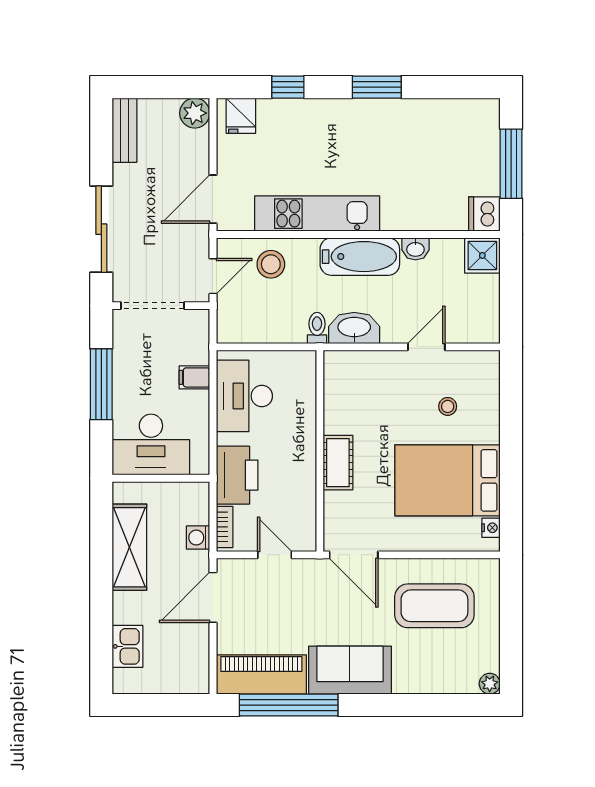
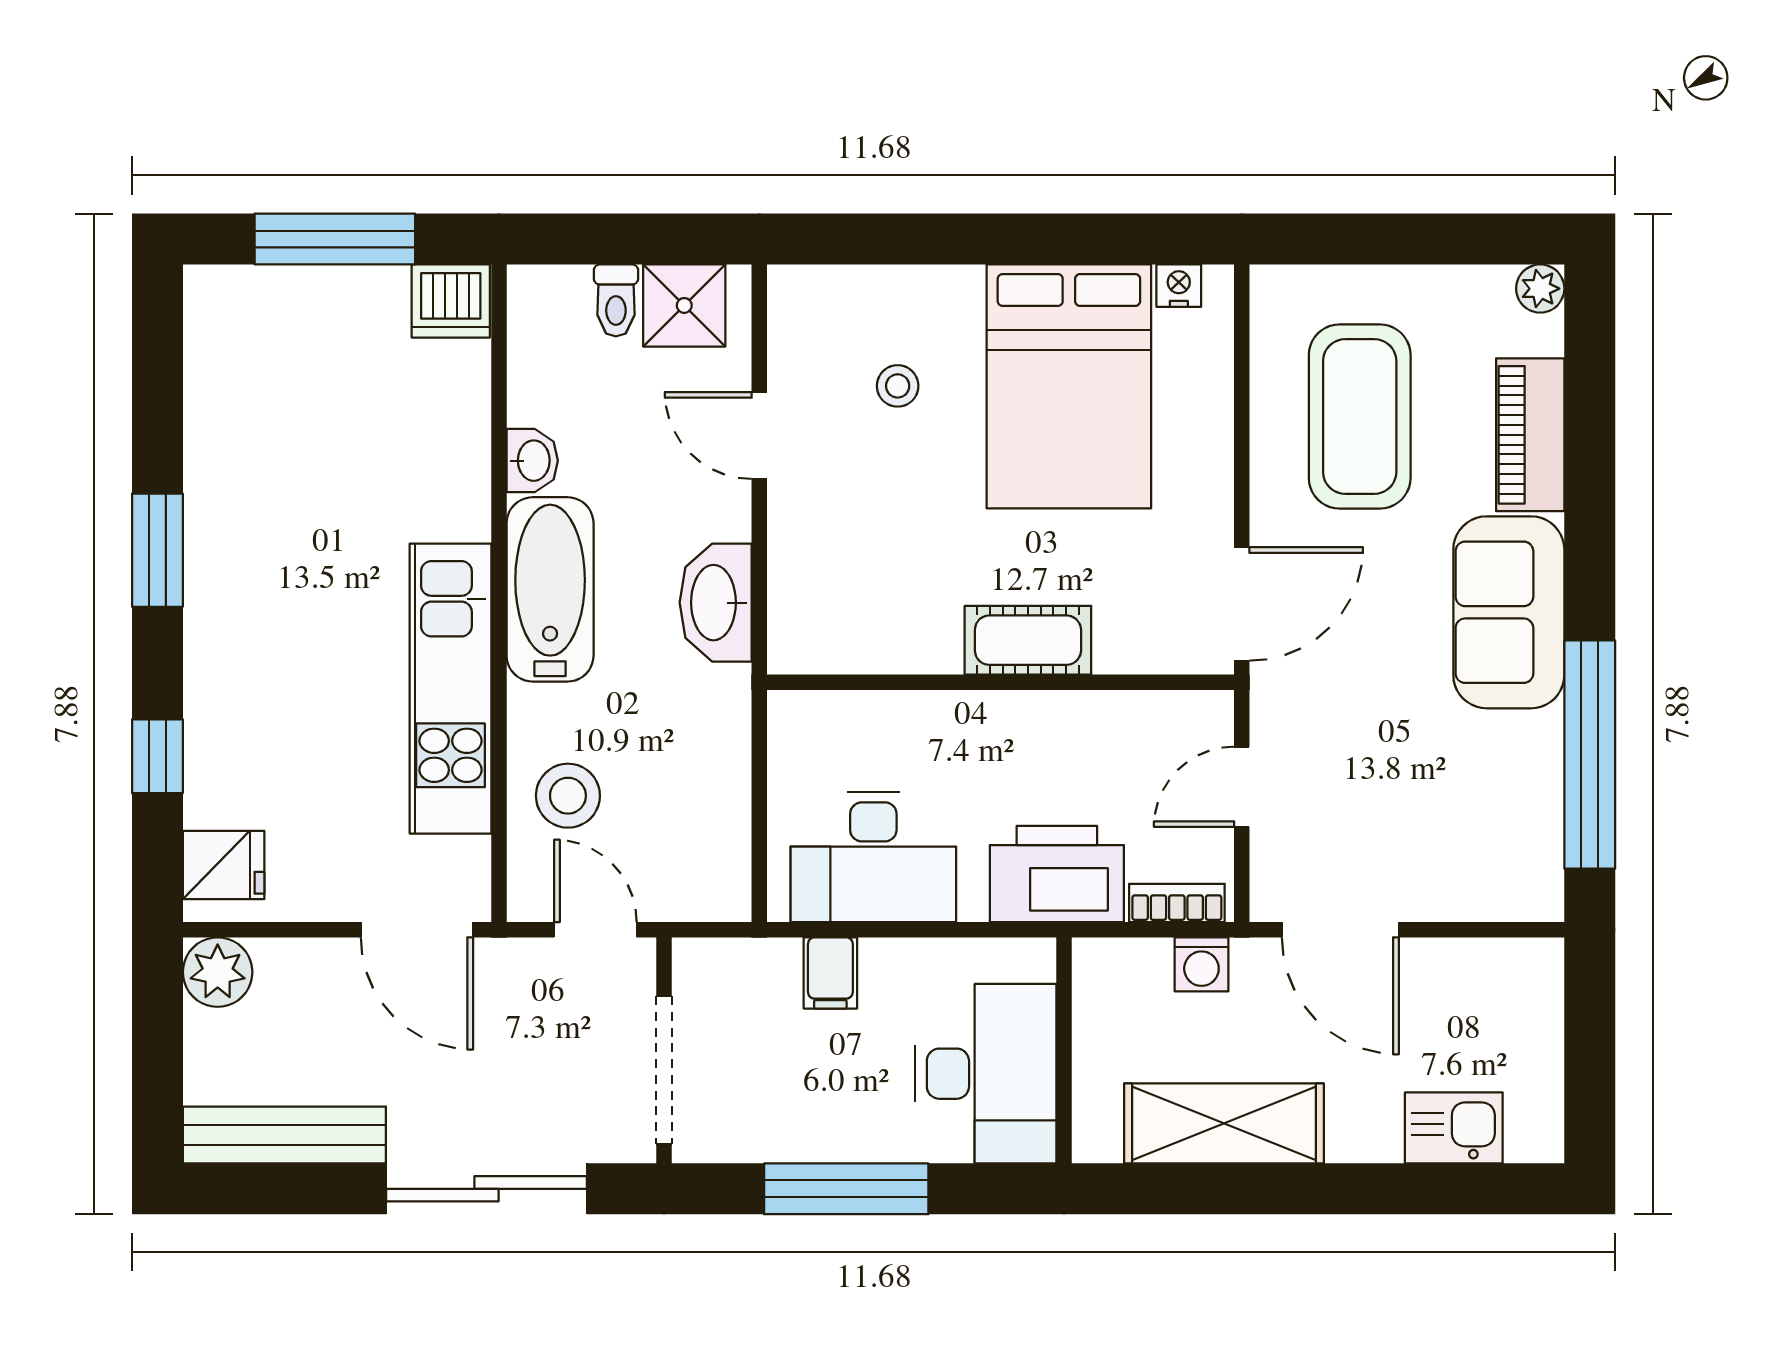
bench: (125, 130) -> (284, 1135), width x1.36
shower: (482, 255) -> (684, 305), moved
toilet: (317, 328) -> (616, 300), moved, turned -90
piano: (261, 675) -> (1530, 435), moved, width x0.73, depth x0.75

